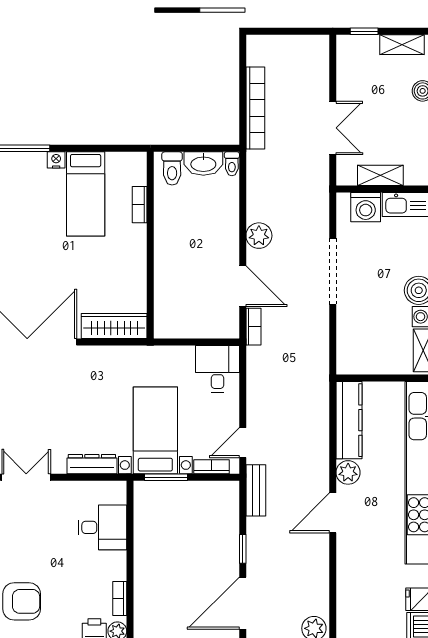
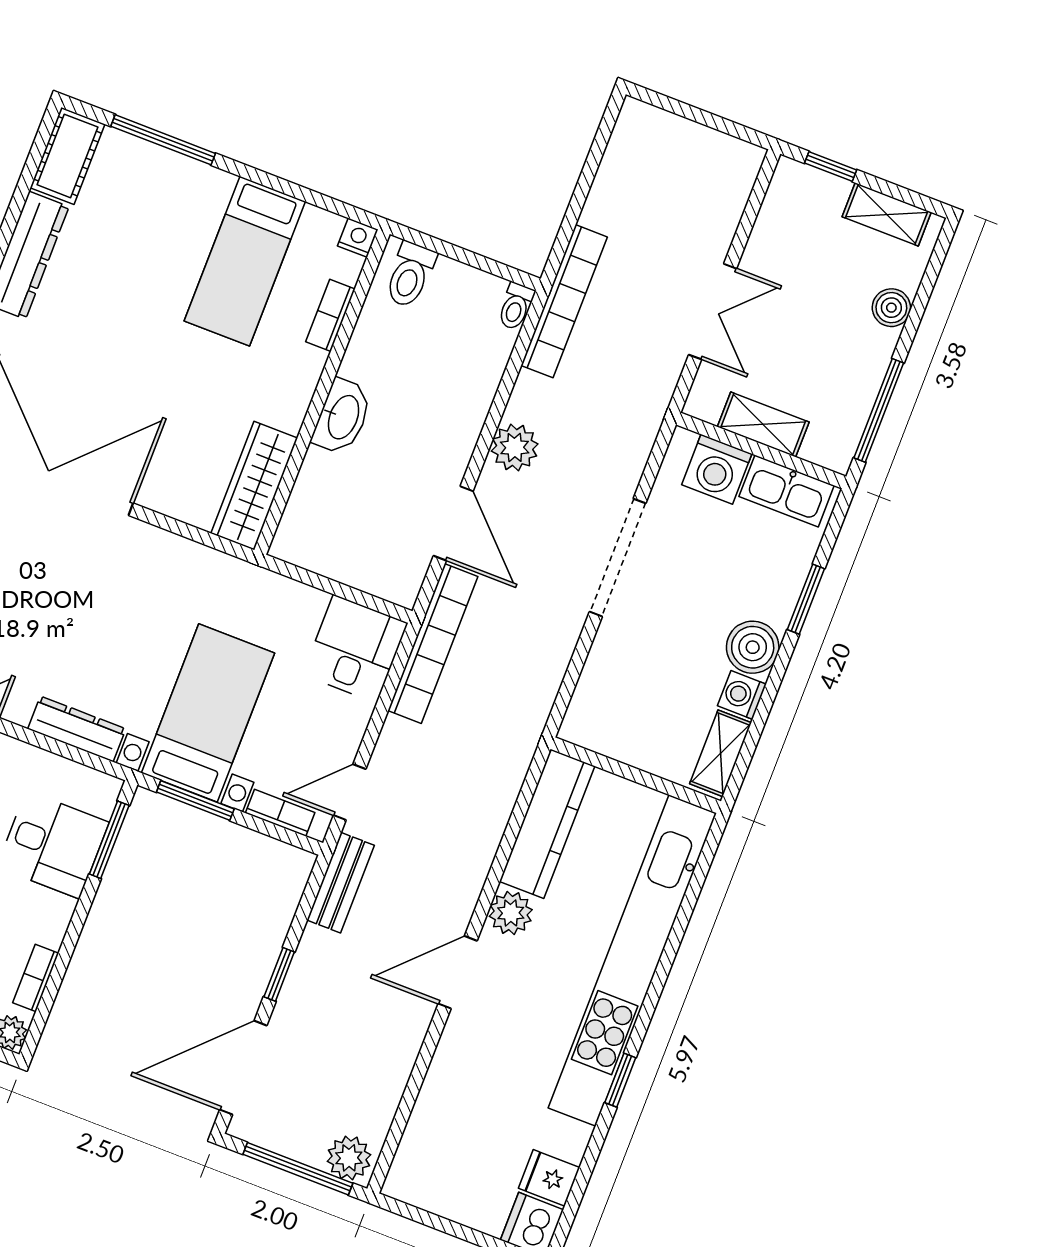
bookcase: (255, 108) -> (564, 301), moved
nightstand: (56, 160) -> (358, 238), moved
washbasin: (203, 164) -> (342, 417), moved, turned -90
wardrobe: (114, 326) -> (254, 486), moved, turned -90
bookcase: (253, 327) -> (433, 643), width x2.31, depth x1.31
window: (130, 514) -> (109, 840), added

